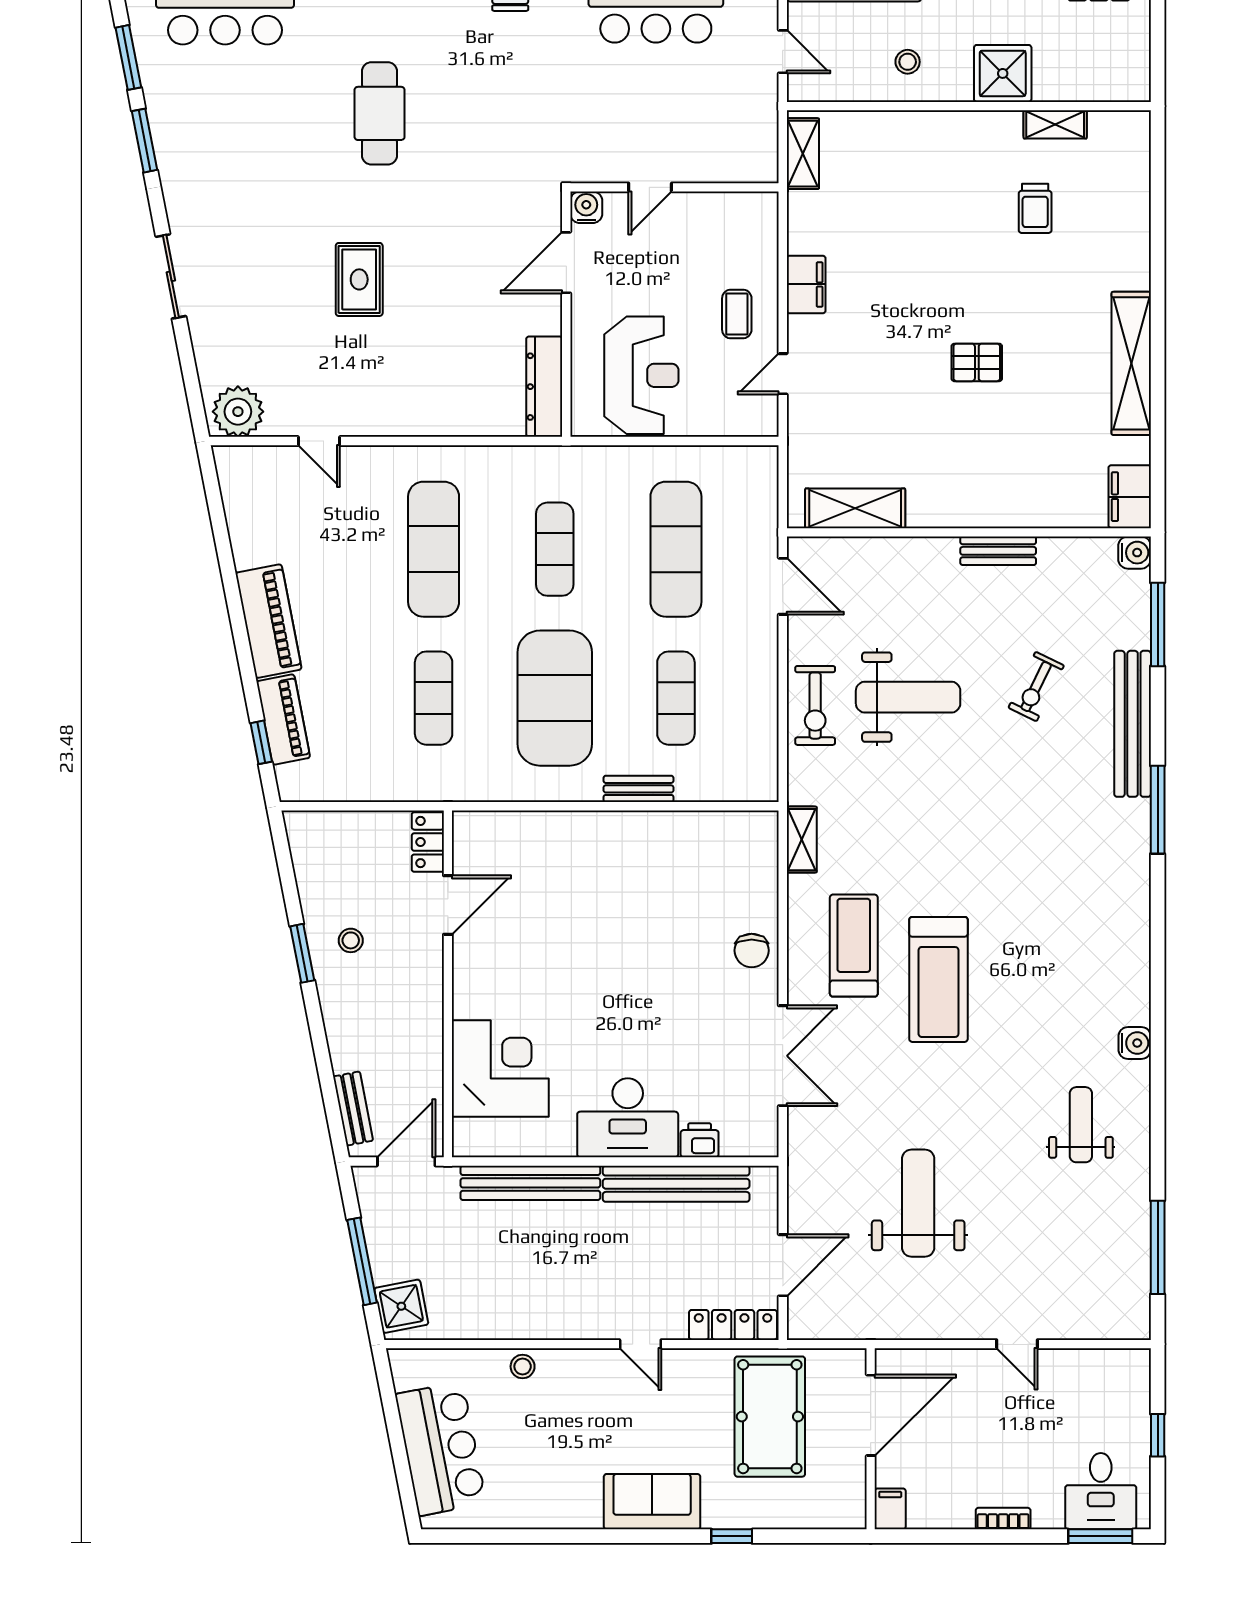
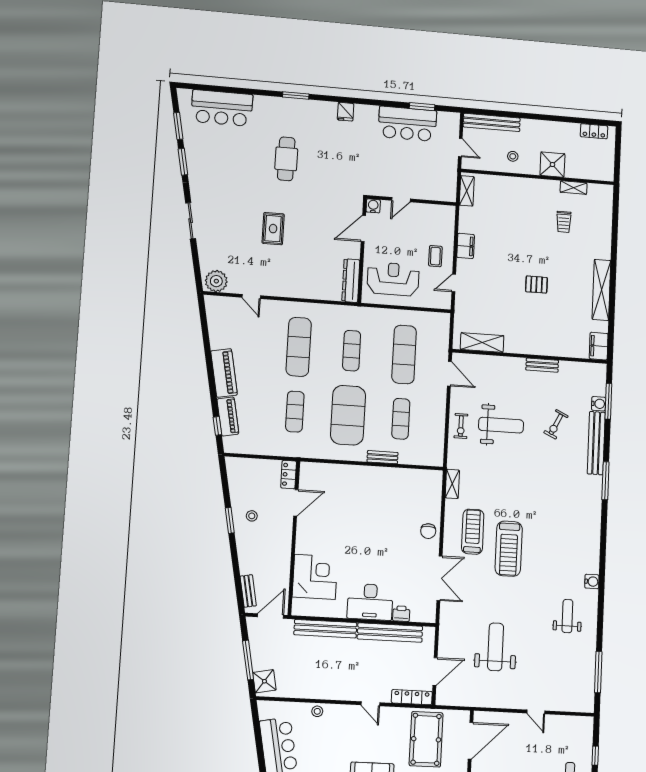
reception desk: (641, 375) -> (393, 279), turned -90
water cooler: (1135, 553) -> (599, 404), moved
exercise bike: (815, 706) -> (461, 426), width x0.73, depth x0.72

